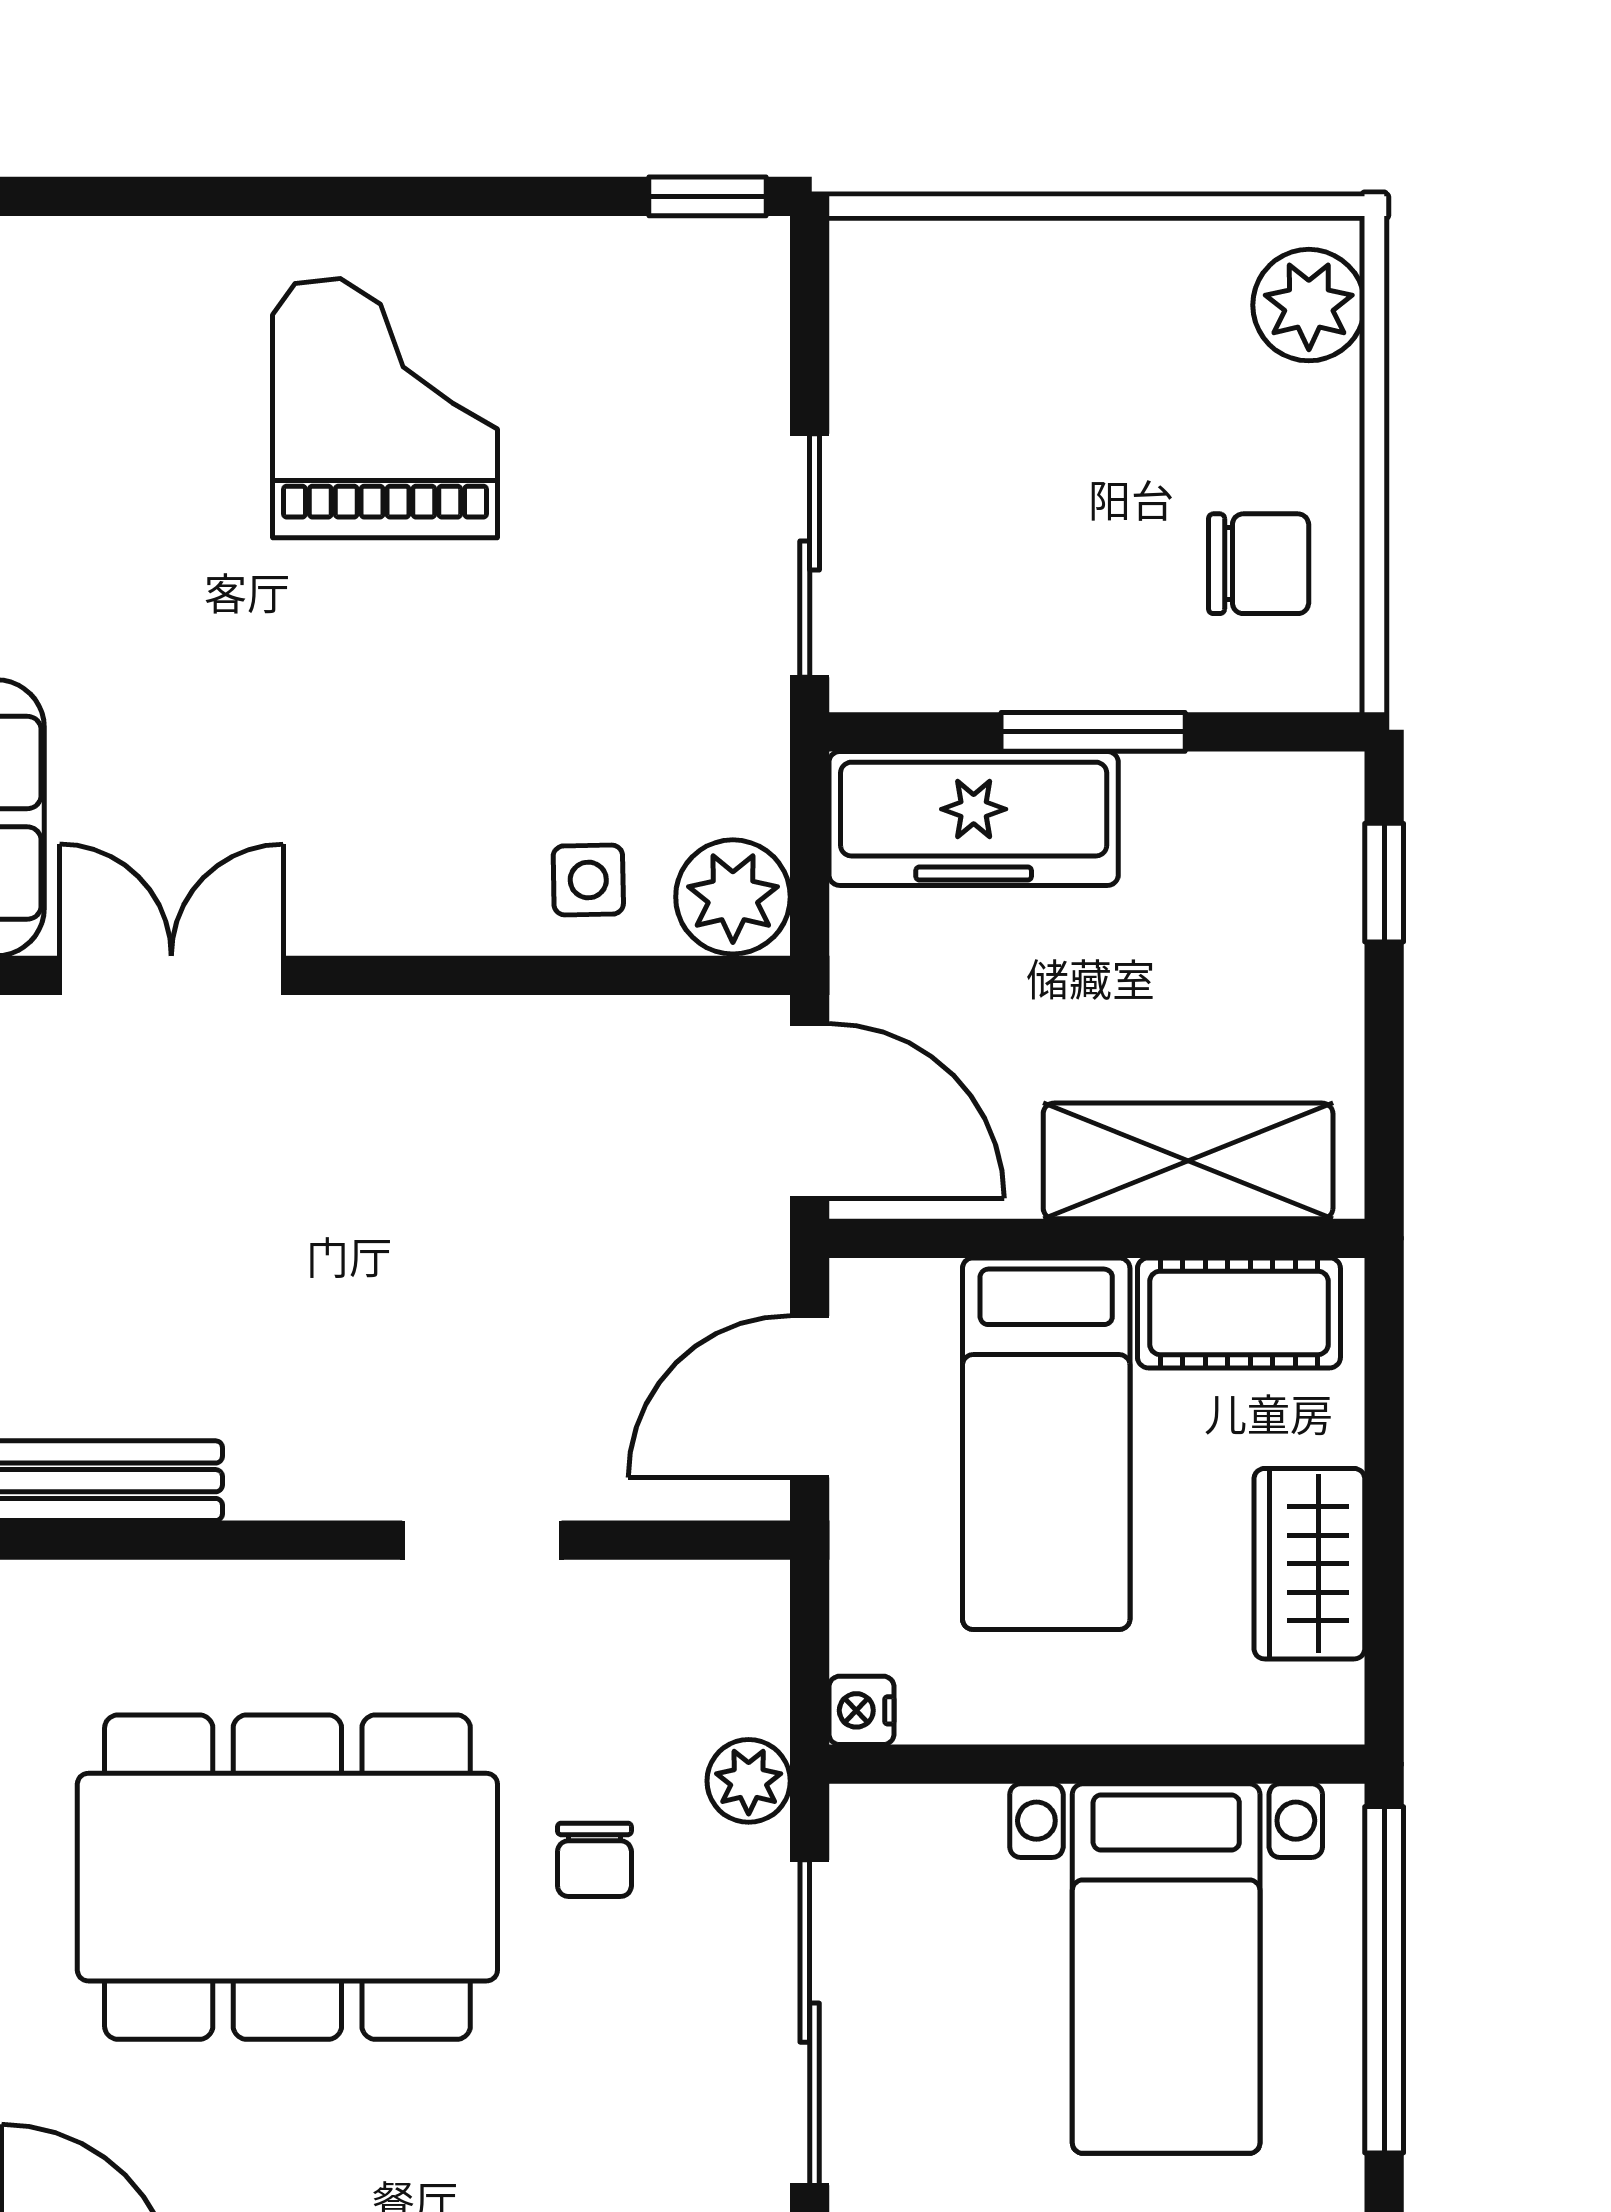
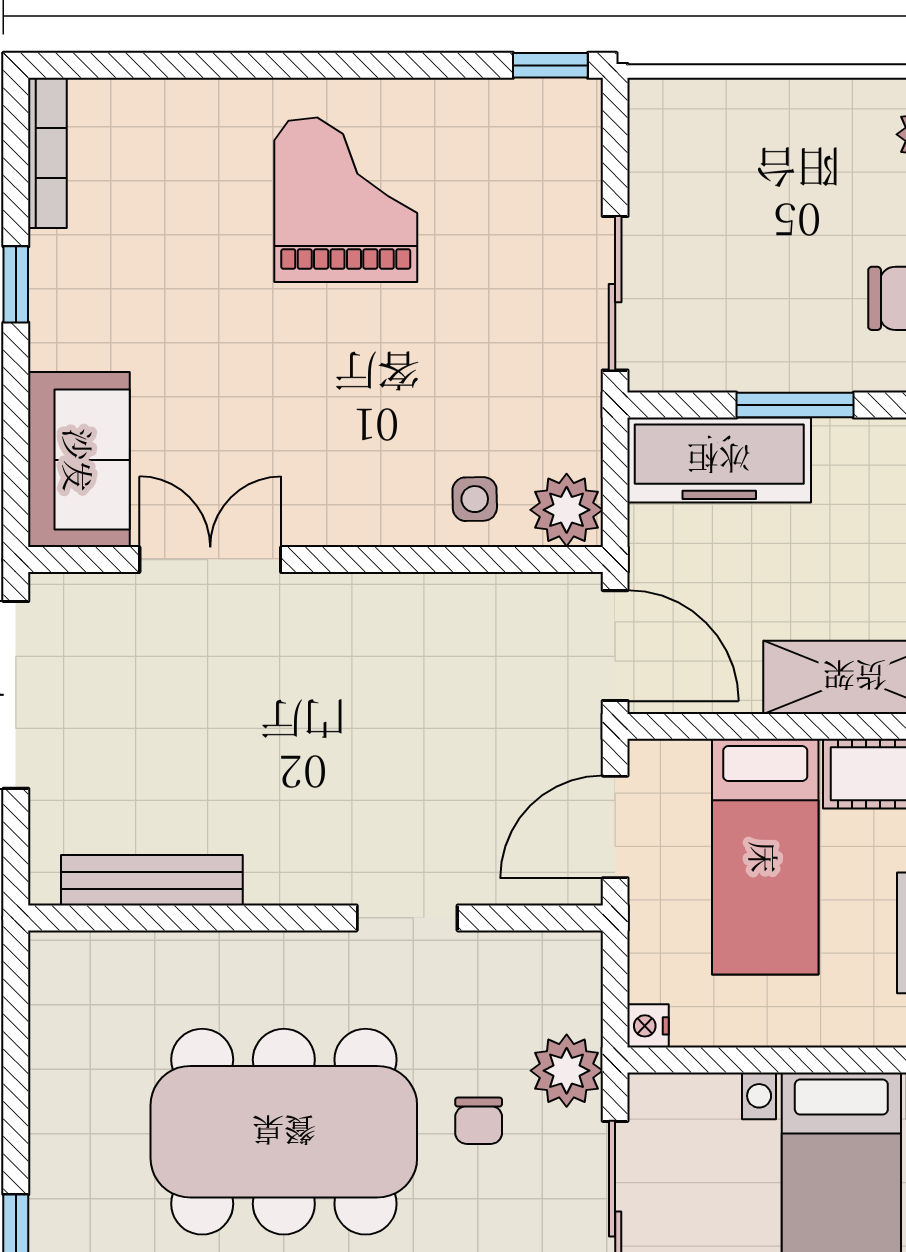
plant: (749, 1781) -> (567, 1071), width x1.38, depth x1.38

